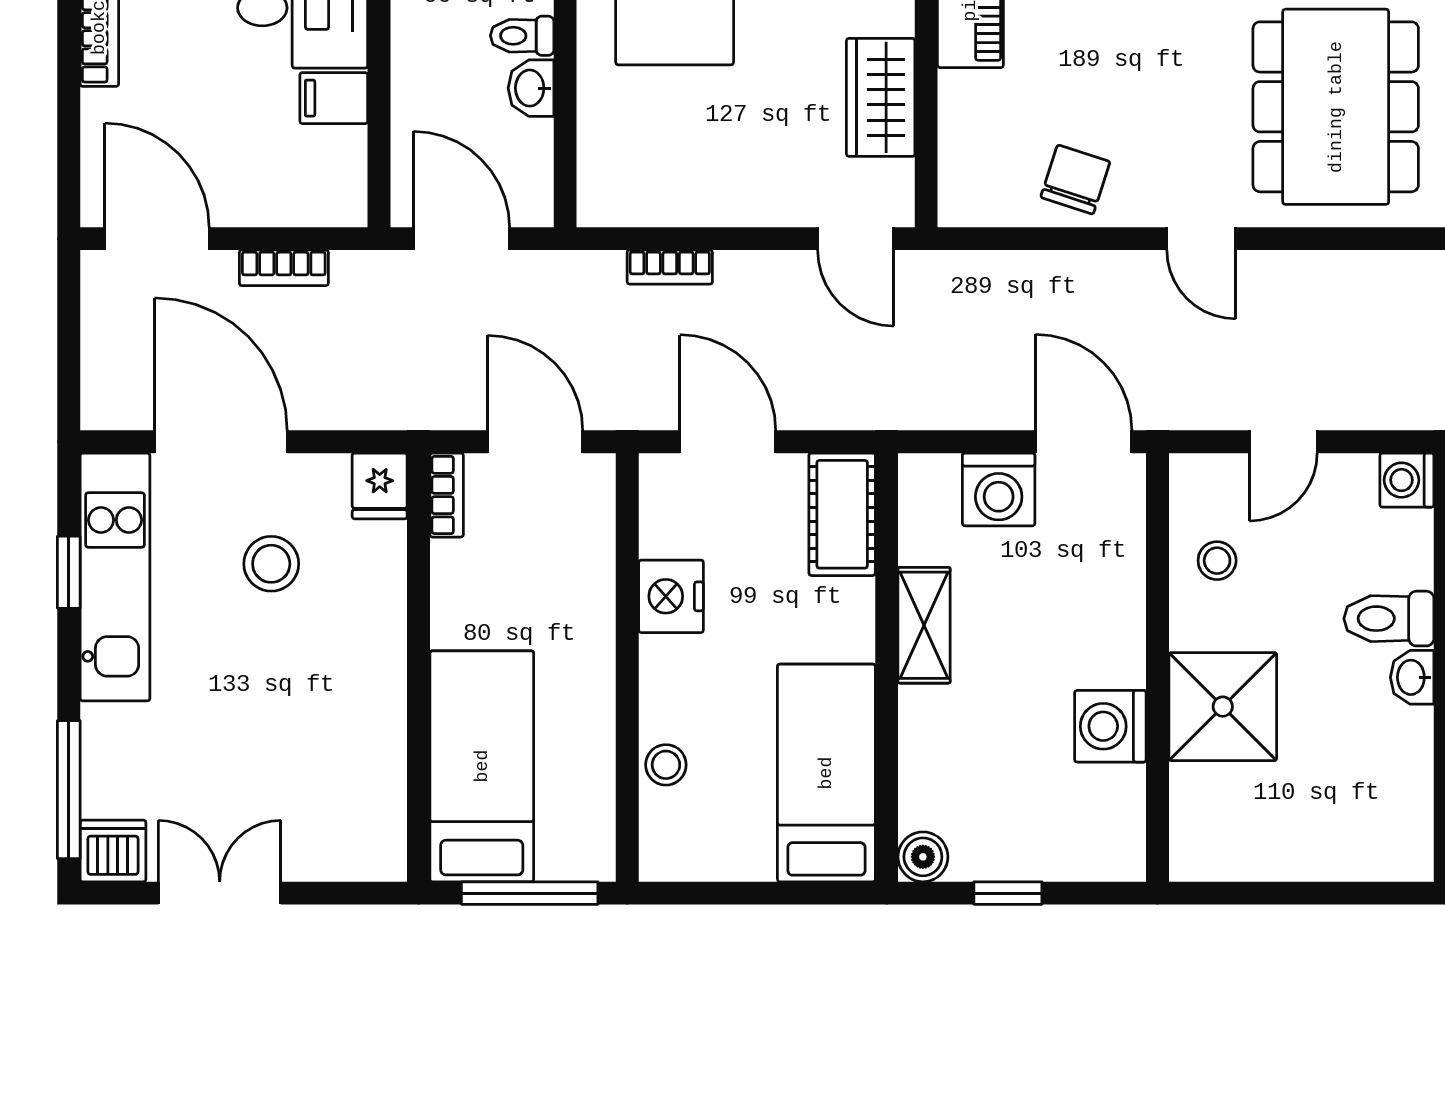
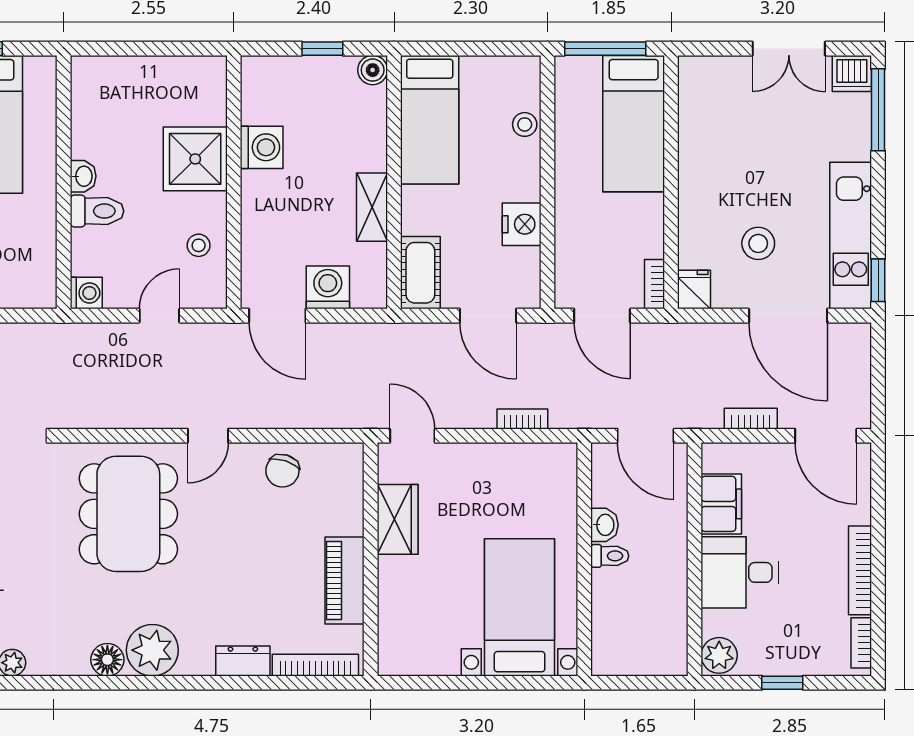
filing cabinet: (334, 98) -> (721, 504), width x2.00
door: (1201, 239) -> (208, 436), swing flipped
window: (69, 572) -> (878, 280), moved

